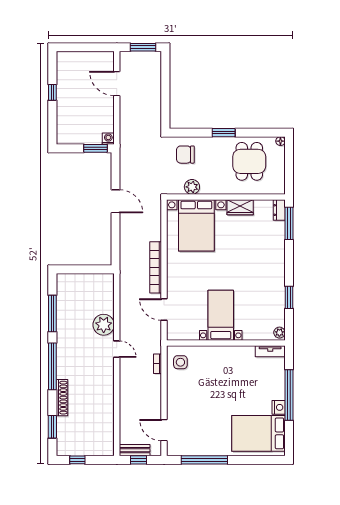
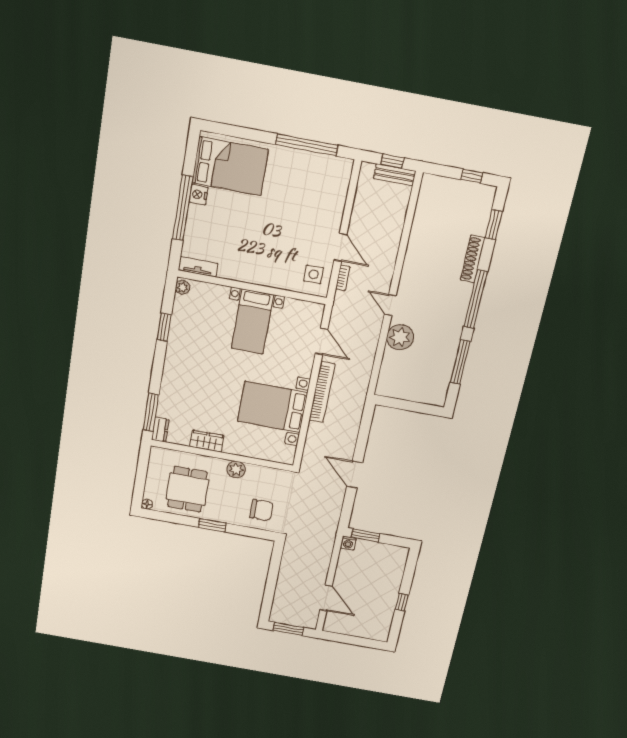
plant: (192, 187) -> (236, 469), moved
bed with nightstands: (196, 225) -> (273, 407), moved, turned -90
door: (164, 430) -> (340, 247), moved

